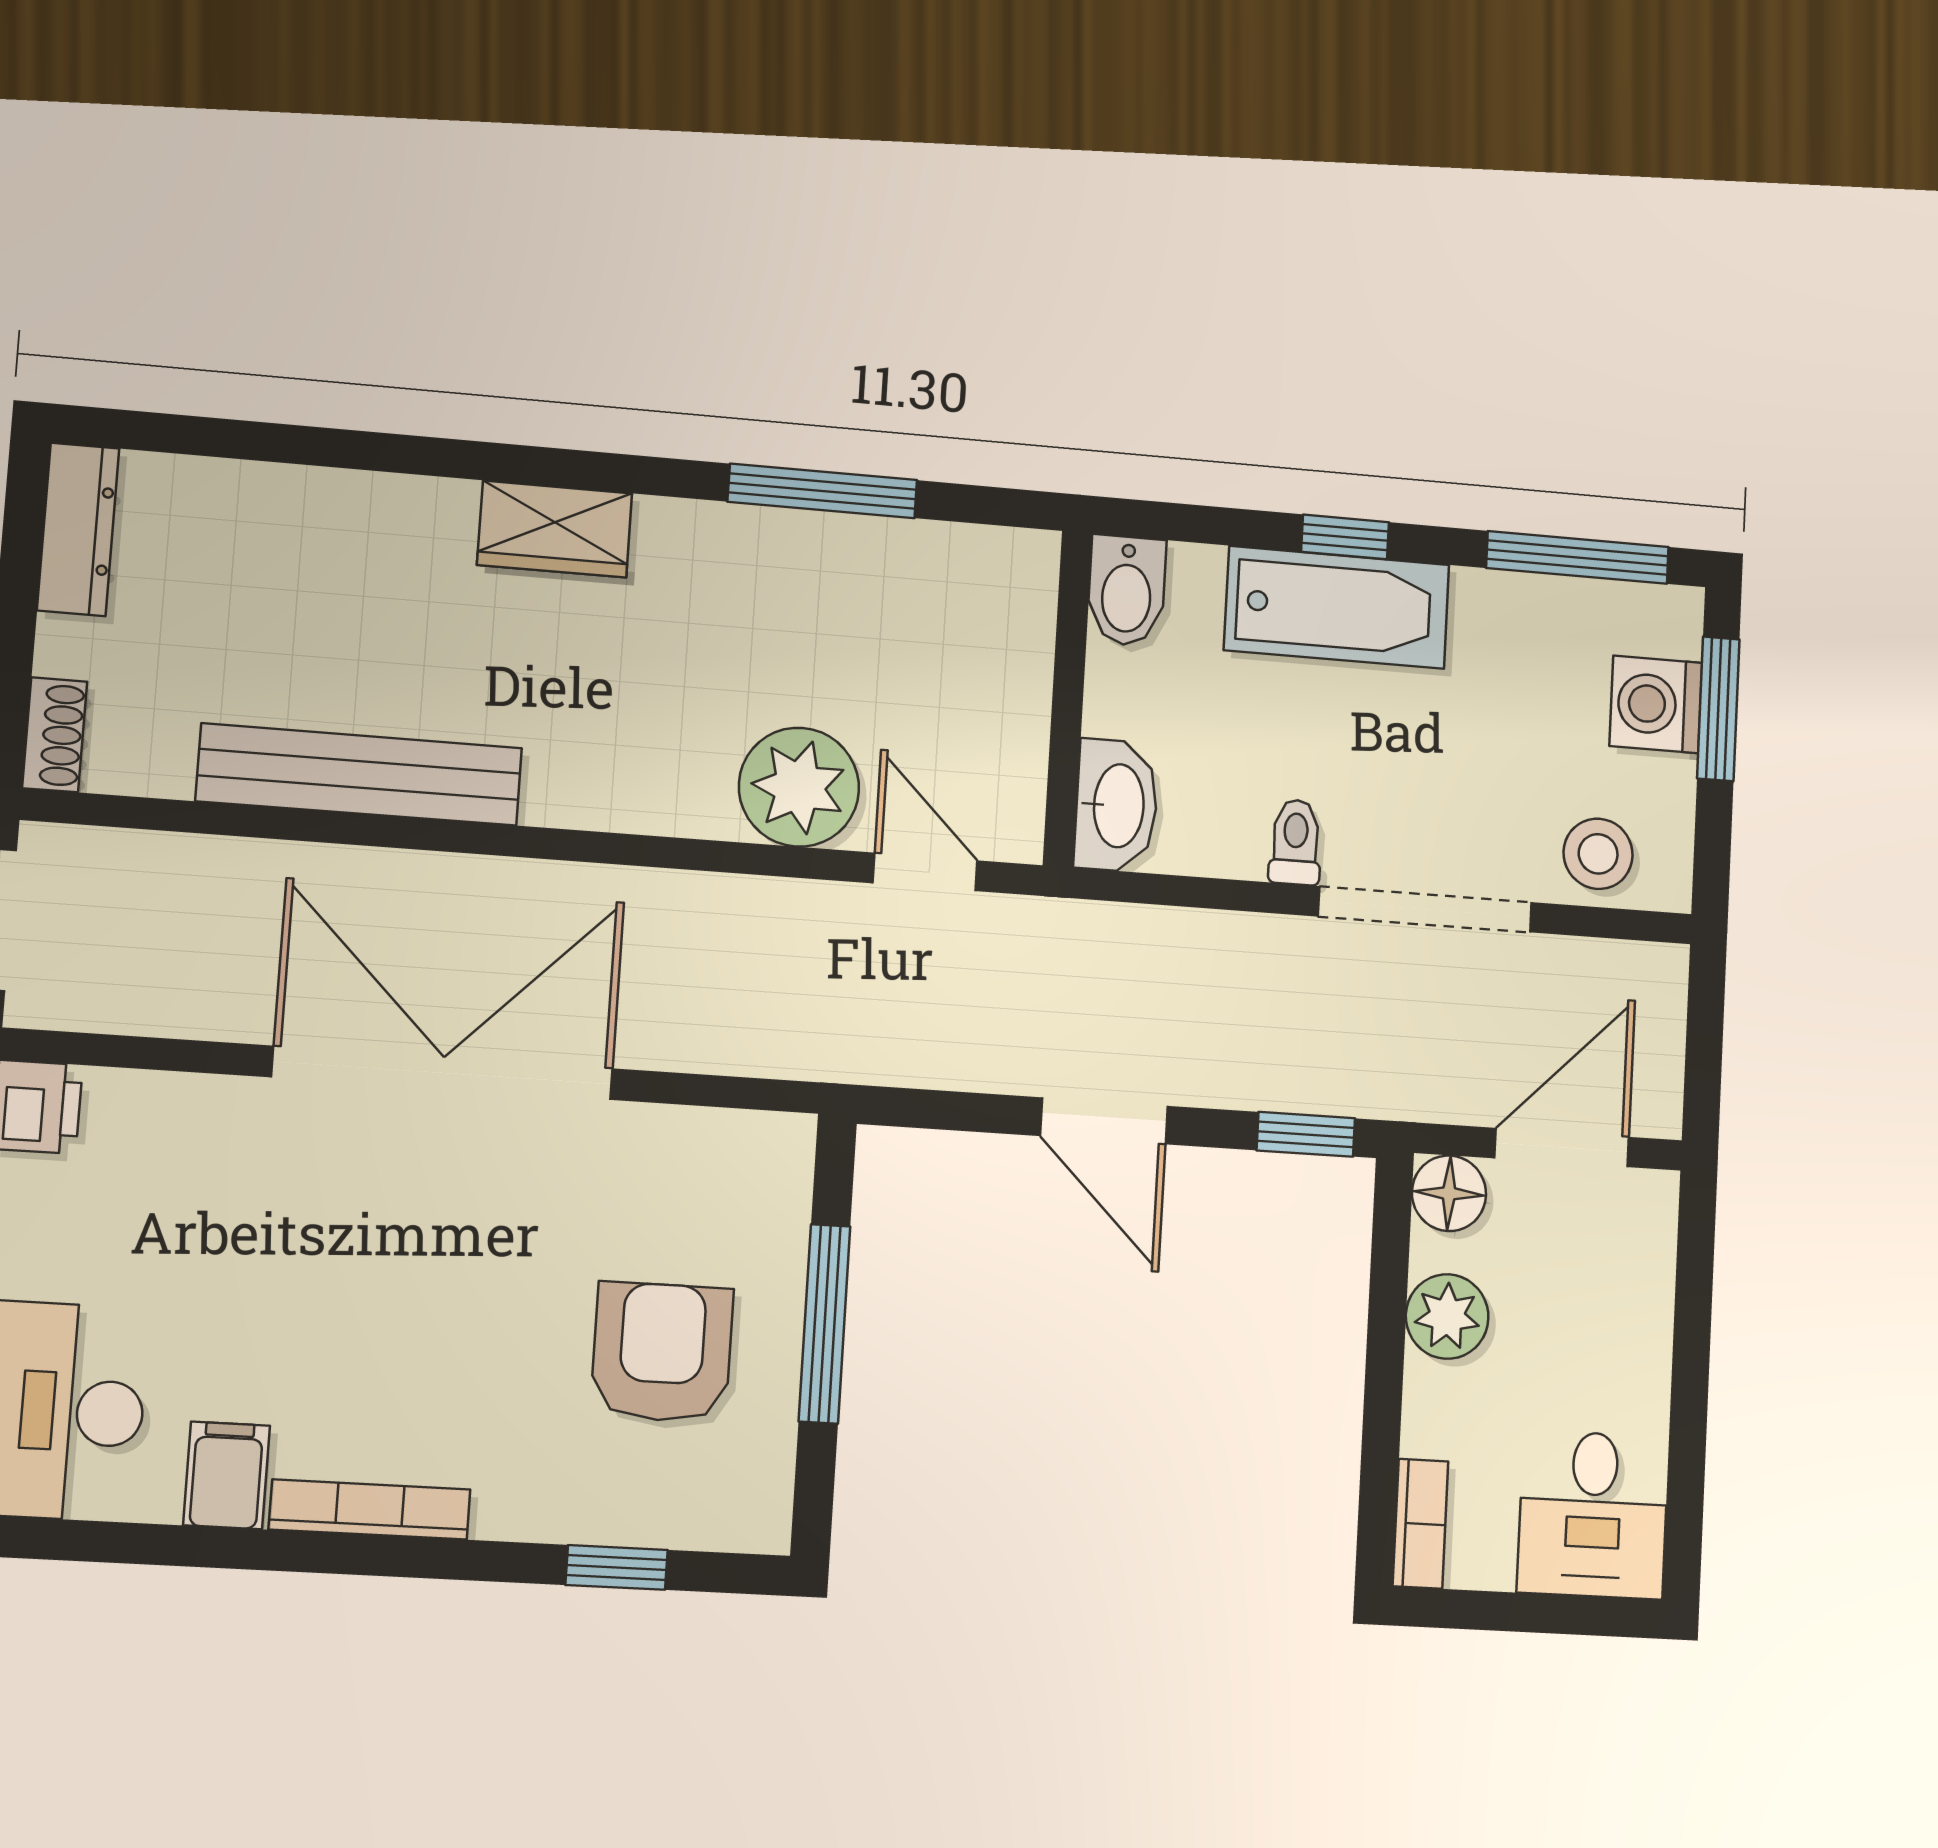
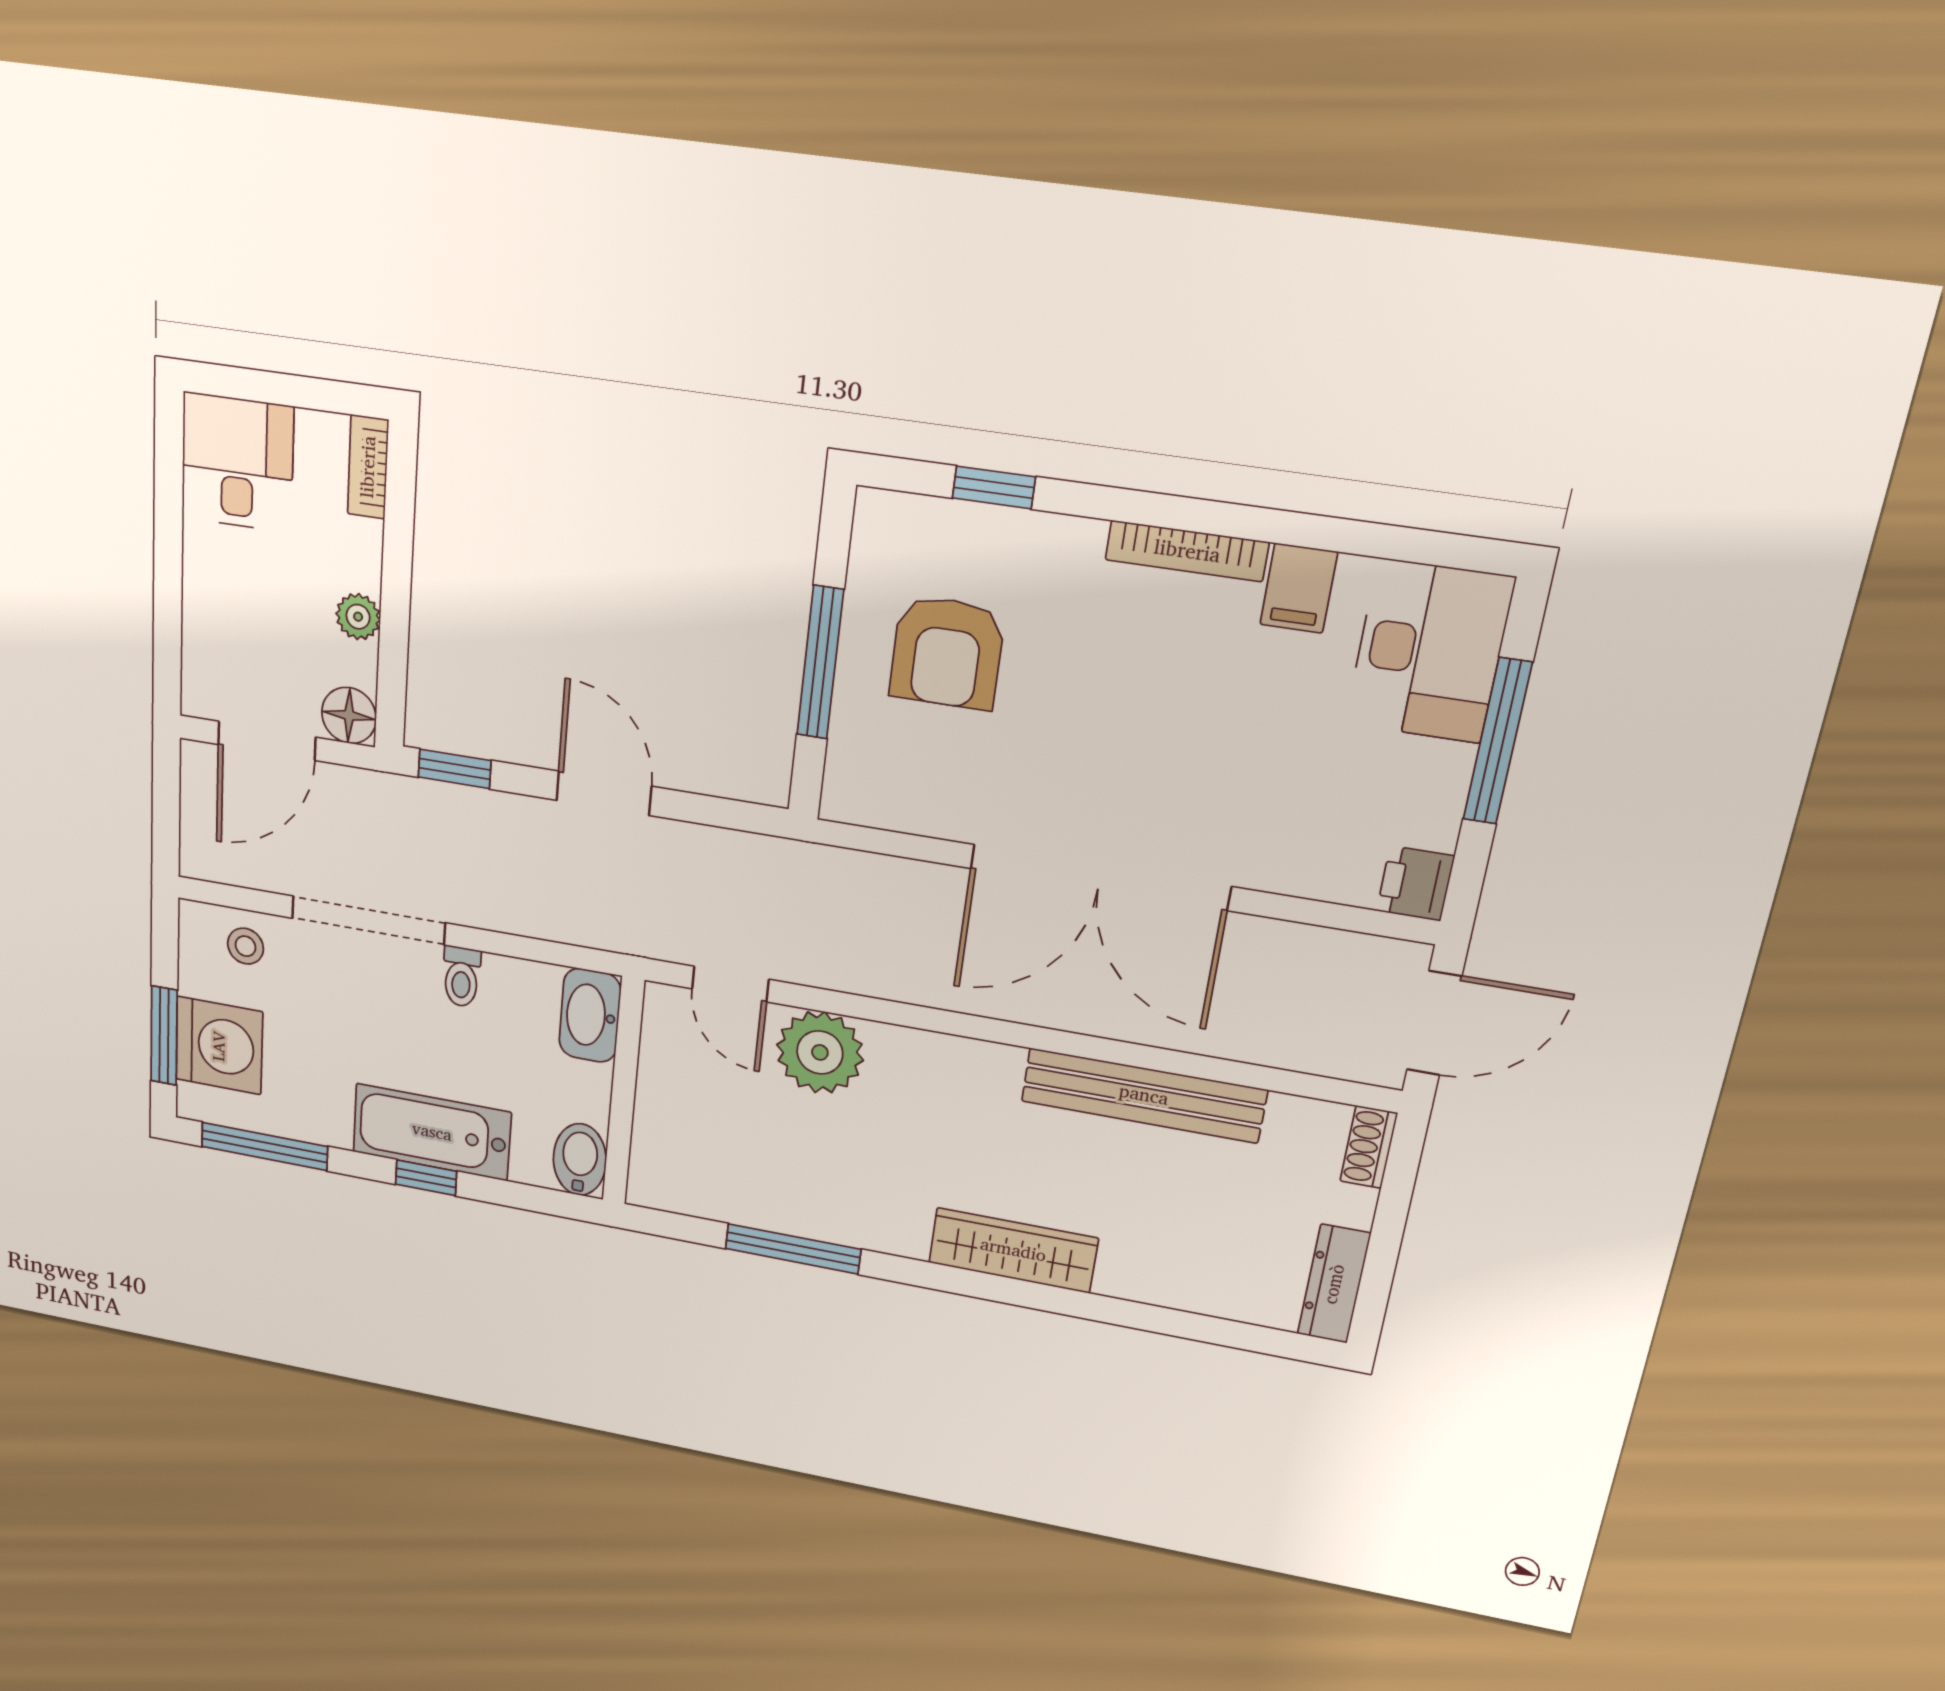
wardrobe: (555, 529) -> (1013, 1250), width x1.50
washing machine: (1656, 704) -> (219, 1046), width x1.37, depth x1.37
stool: (1598, 854) -> (245, 946), width x0.73, depth x0.73
plant: (1447, 1317) -> (358, 617), width x0.73, depth x0.73

